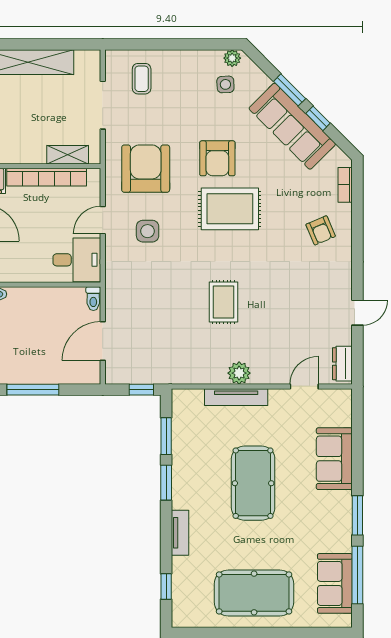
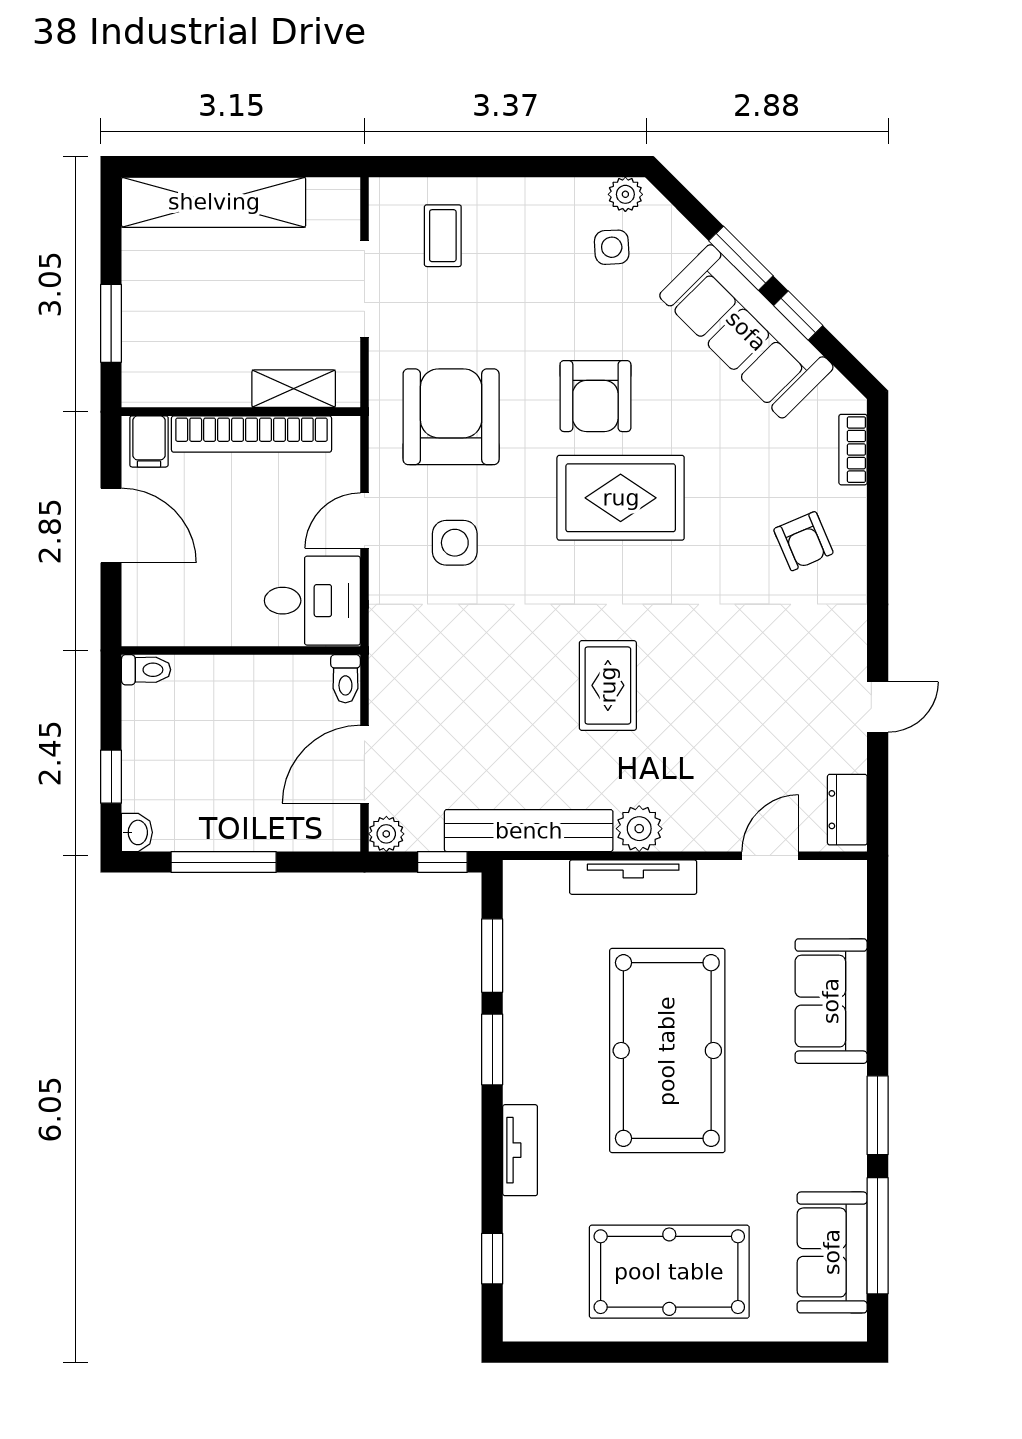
bench: (184, 374) -> (529, 831), added
plant: (114, 376) -> (386, 834), added
pool table: (253, 483) -> (667, 1051), width x1.36, depth x1.32

